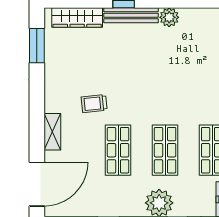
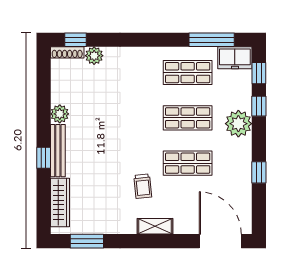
shelving: (52, 132) -> (155, 226), moved

